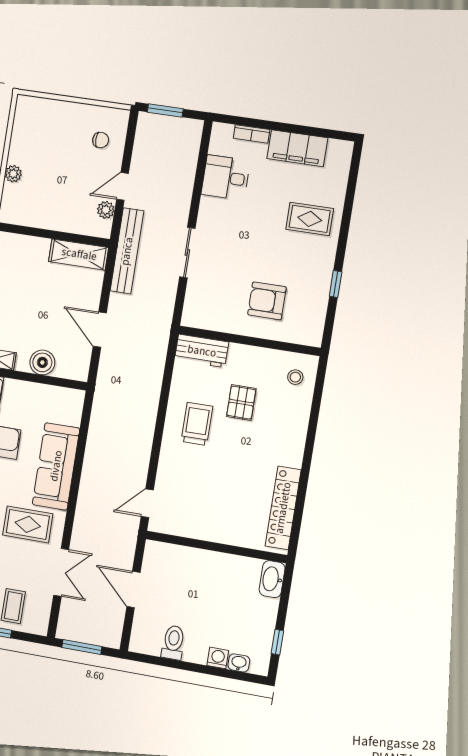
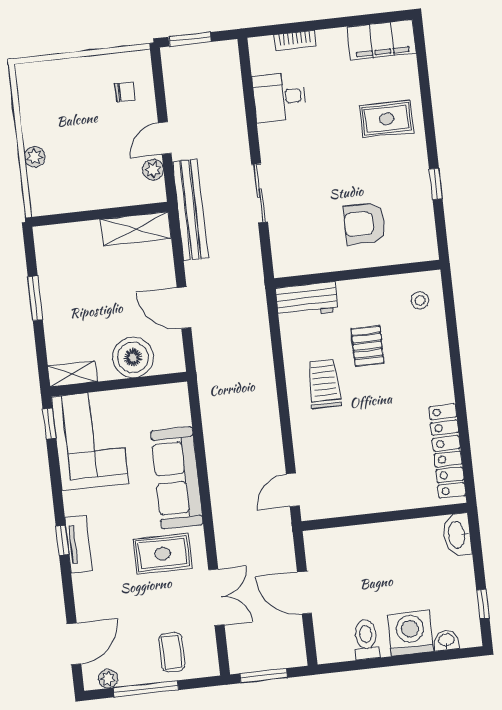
filing cabinet: (297, 148) -> (382, 40), moved
boiler: (42, 362) -> (133, 357), width x1.37, depth x1.37
washing machine: (218, 658) -> (410, 633), width x1.89, depth x1.89

